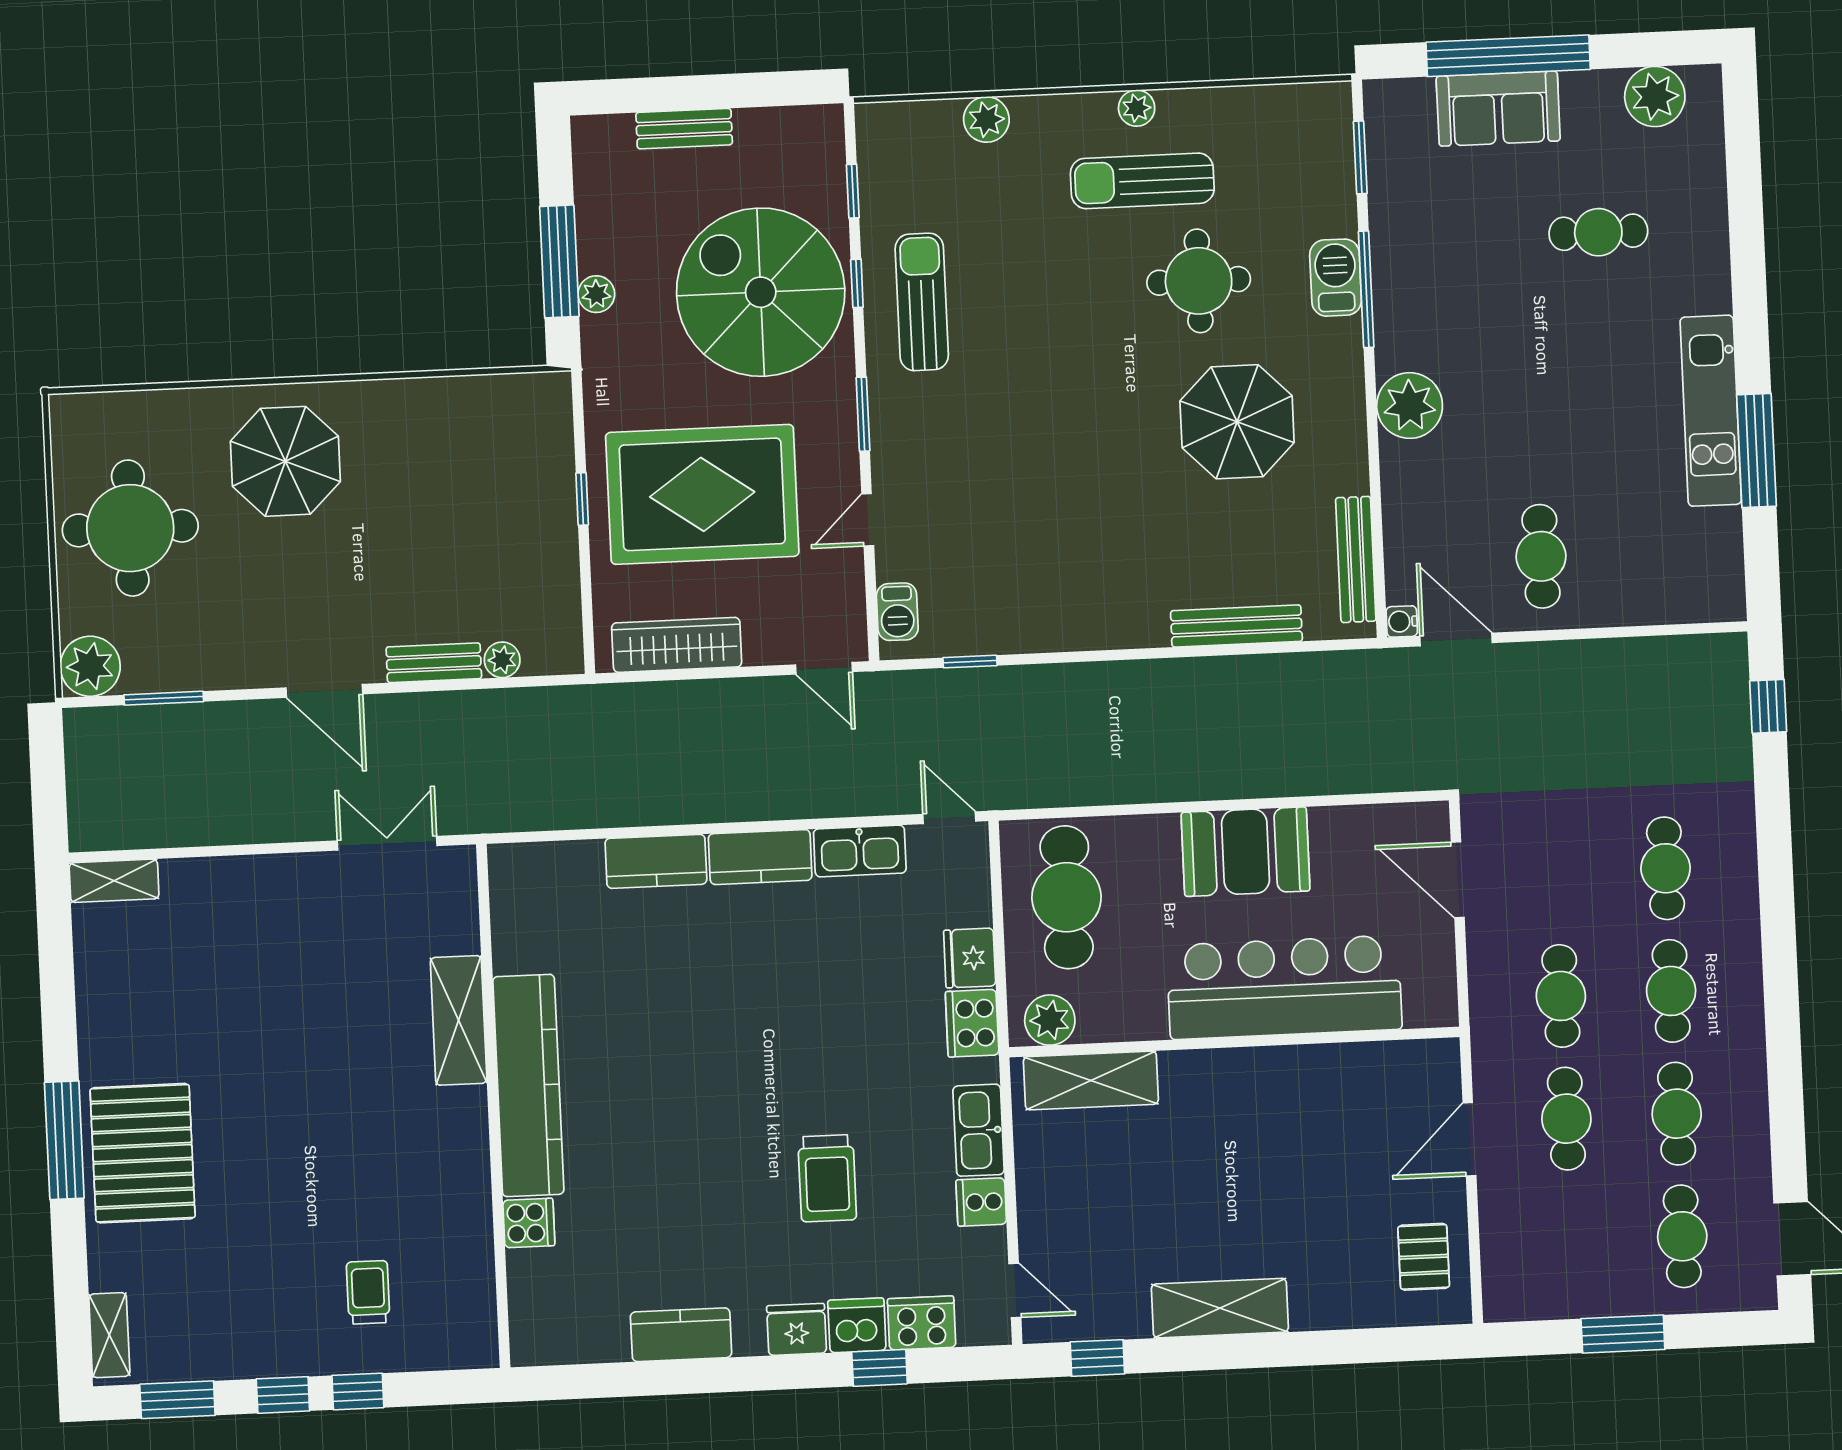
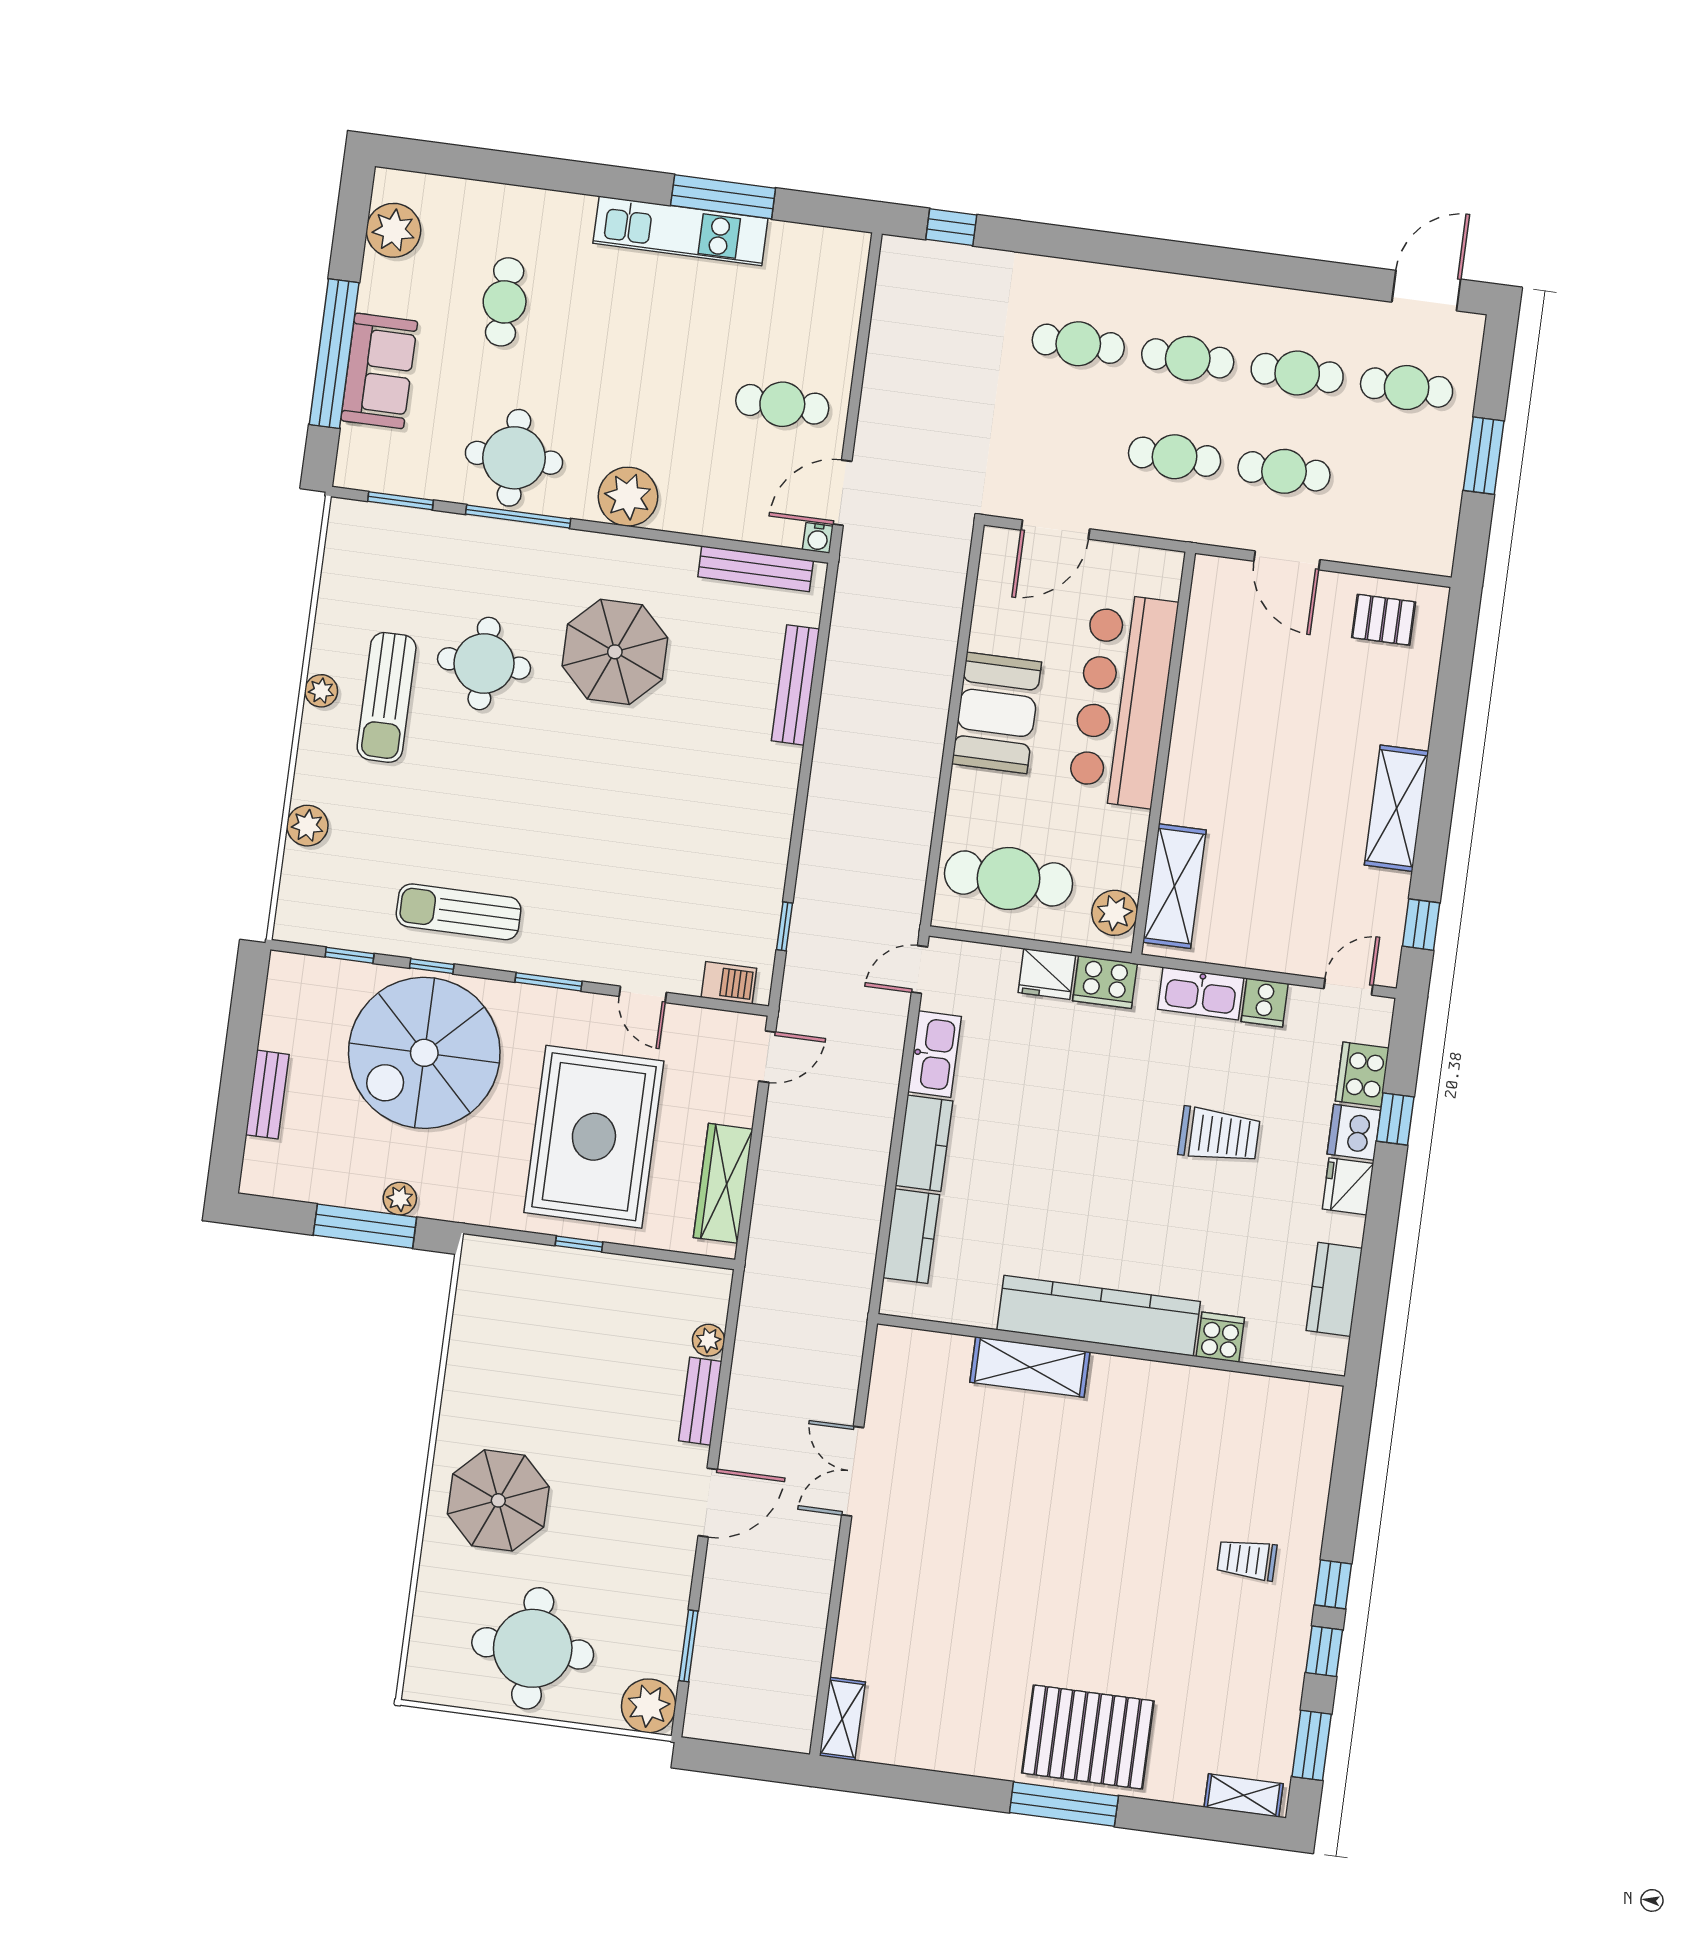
round table: (1430, 273) -> (514, 458), added
barbecue: (1336, 278) -> (503, 542), removed
shelving: (459, 1020) -> (1030, 1367), moved
kitchen counter: (528, 1085) -> (1099, 1316), moved
wall: (493, 1106) -> (1111, 1350), moved
cooker: (529, 1223) -> (1220, 1337), moved

